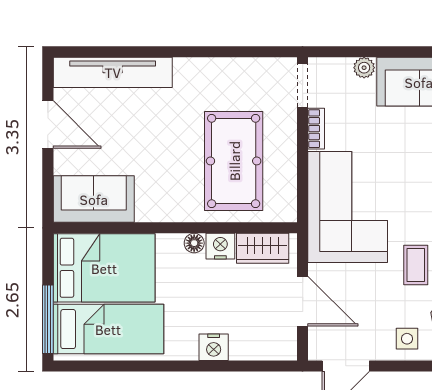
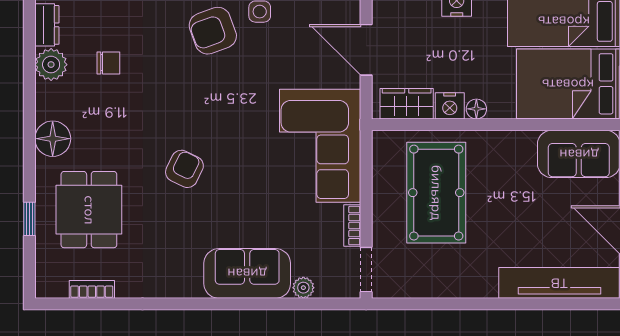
coffee table: (416, 265) -> (251, 87), removed

